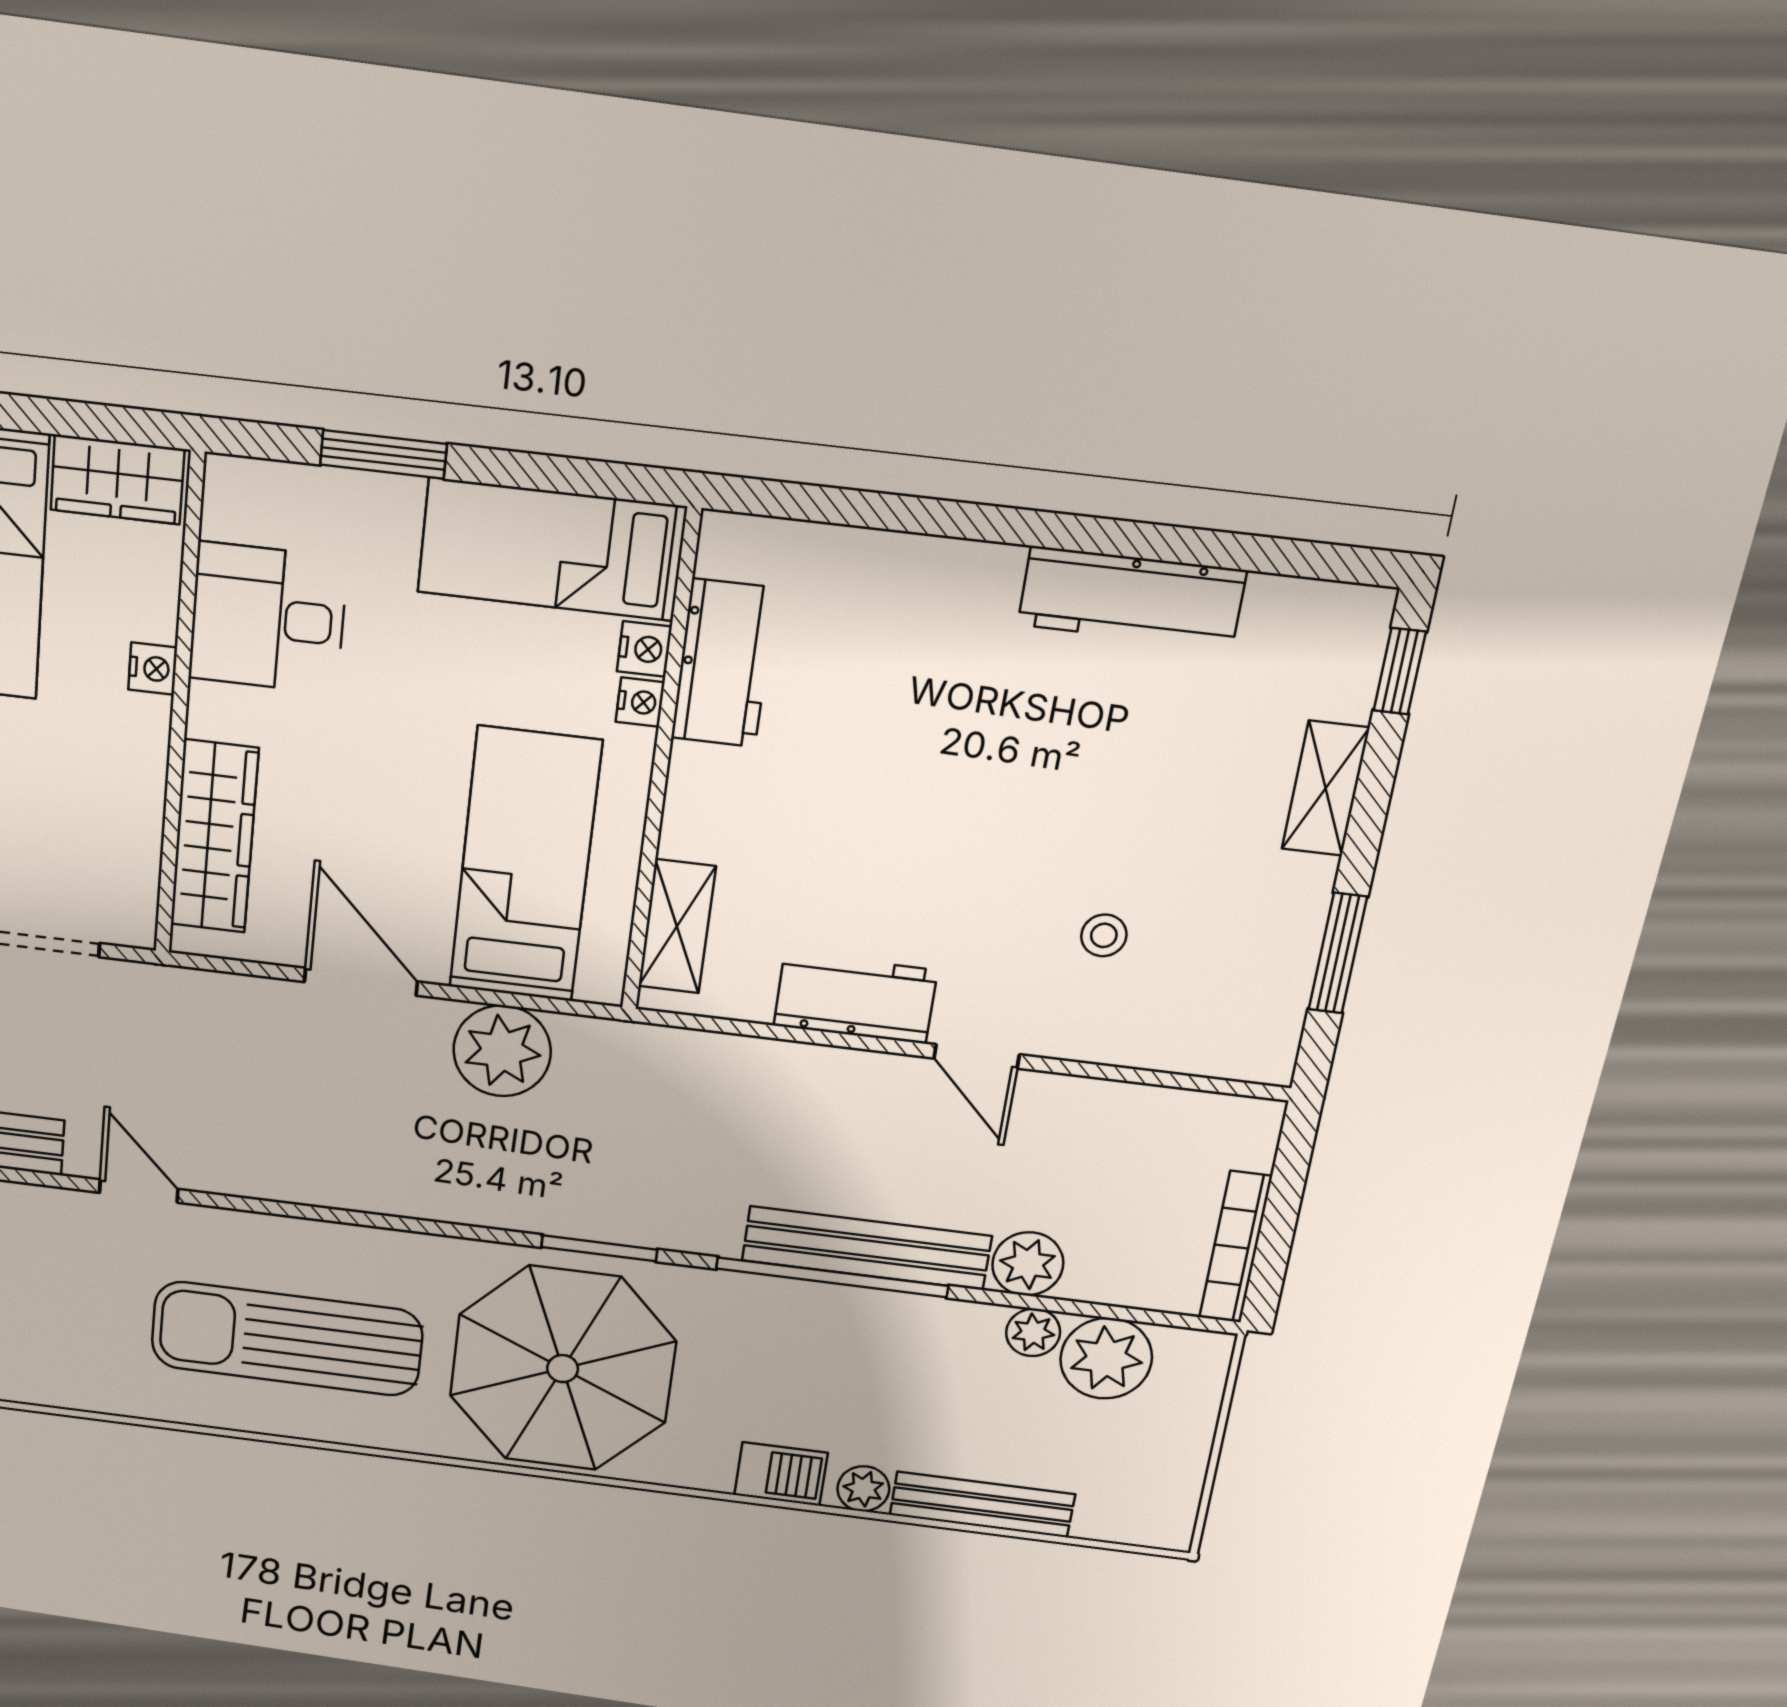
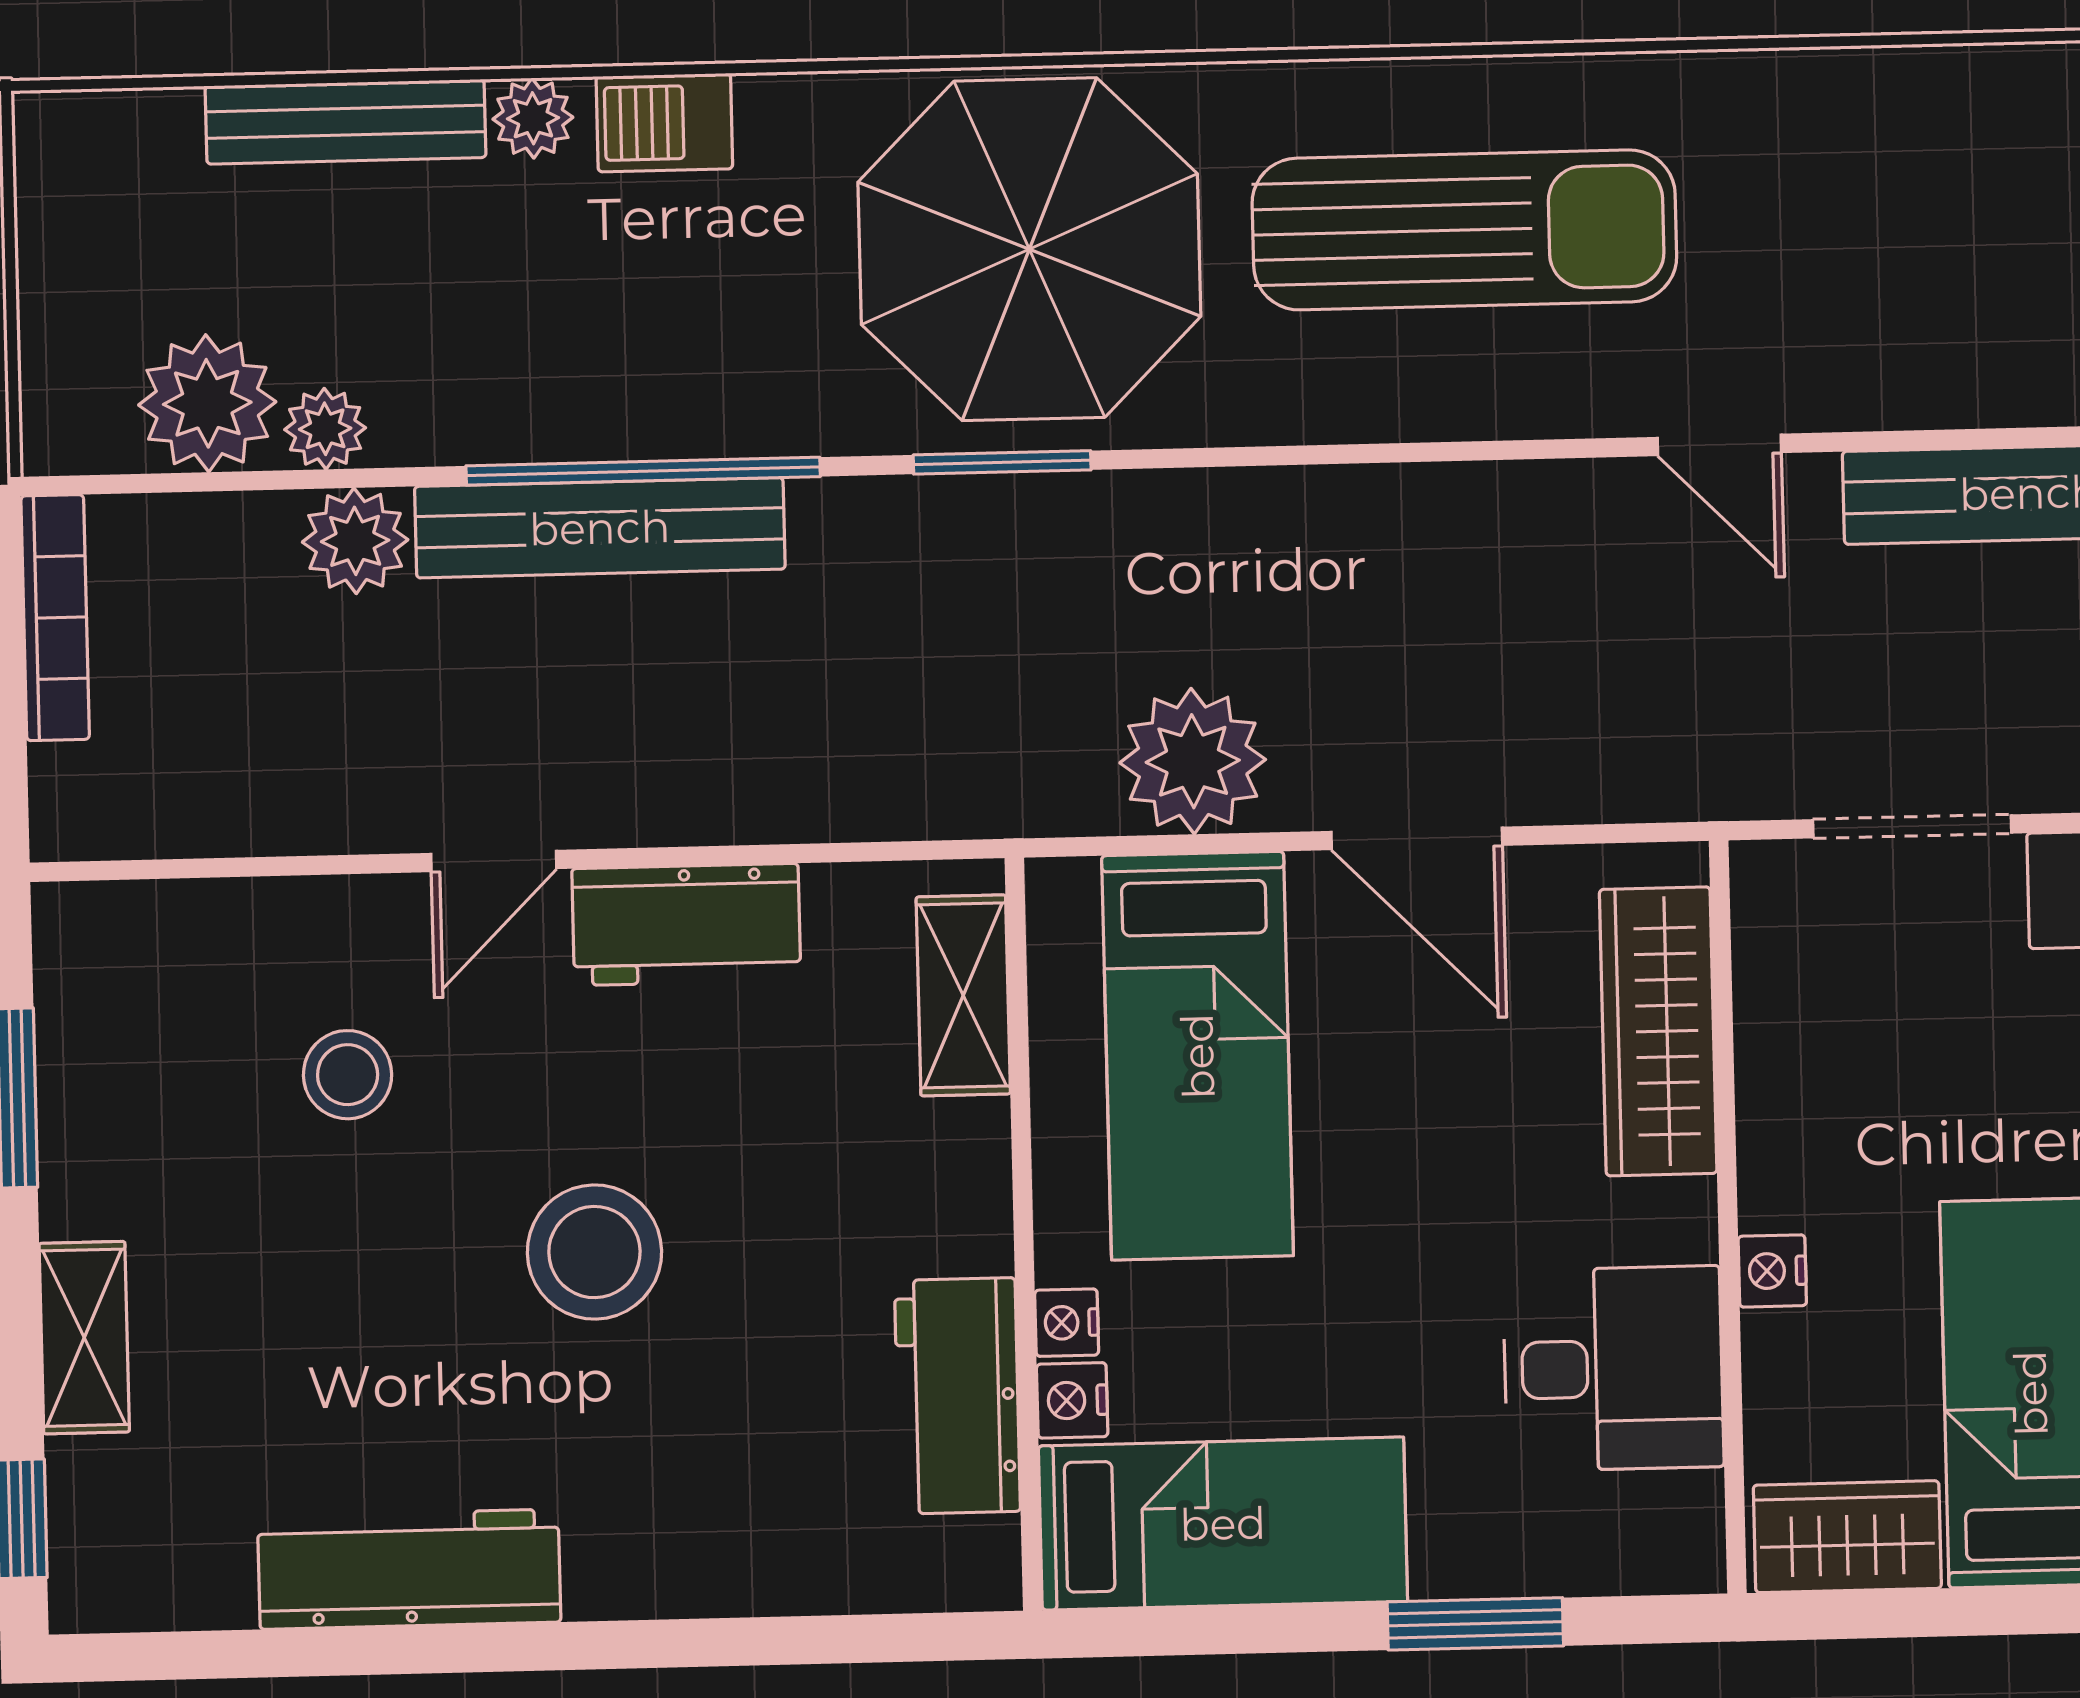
stool: (958, 795) -> (594, 1252), added
stool: (1104, 935) -> (348, 1075), width x1.37, depth x1.37
door: (977, 1056) -> (494, 861), swing flipped

